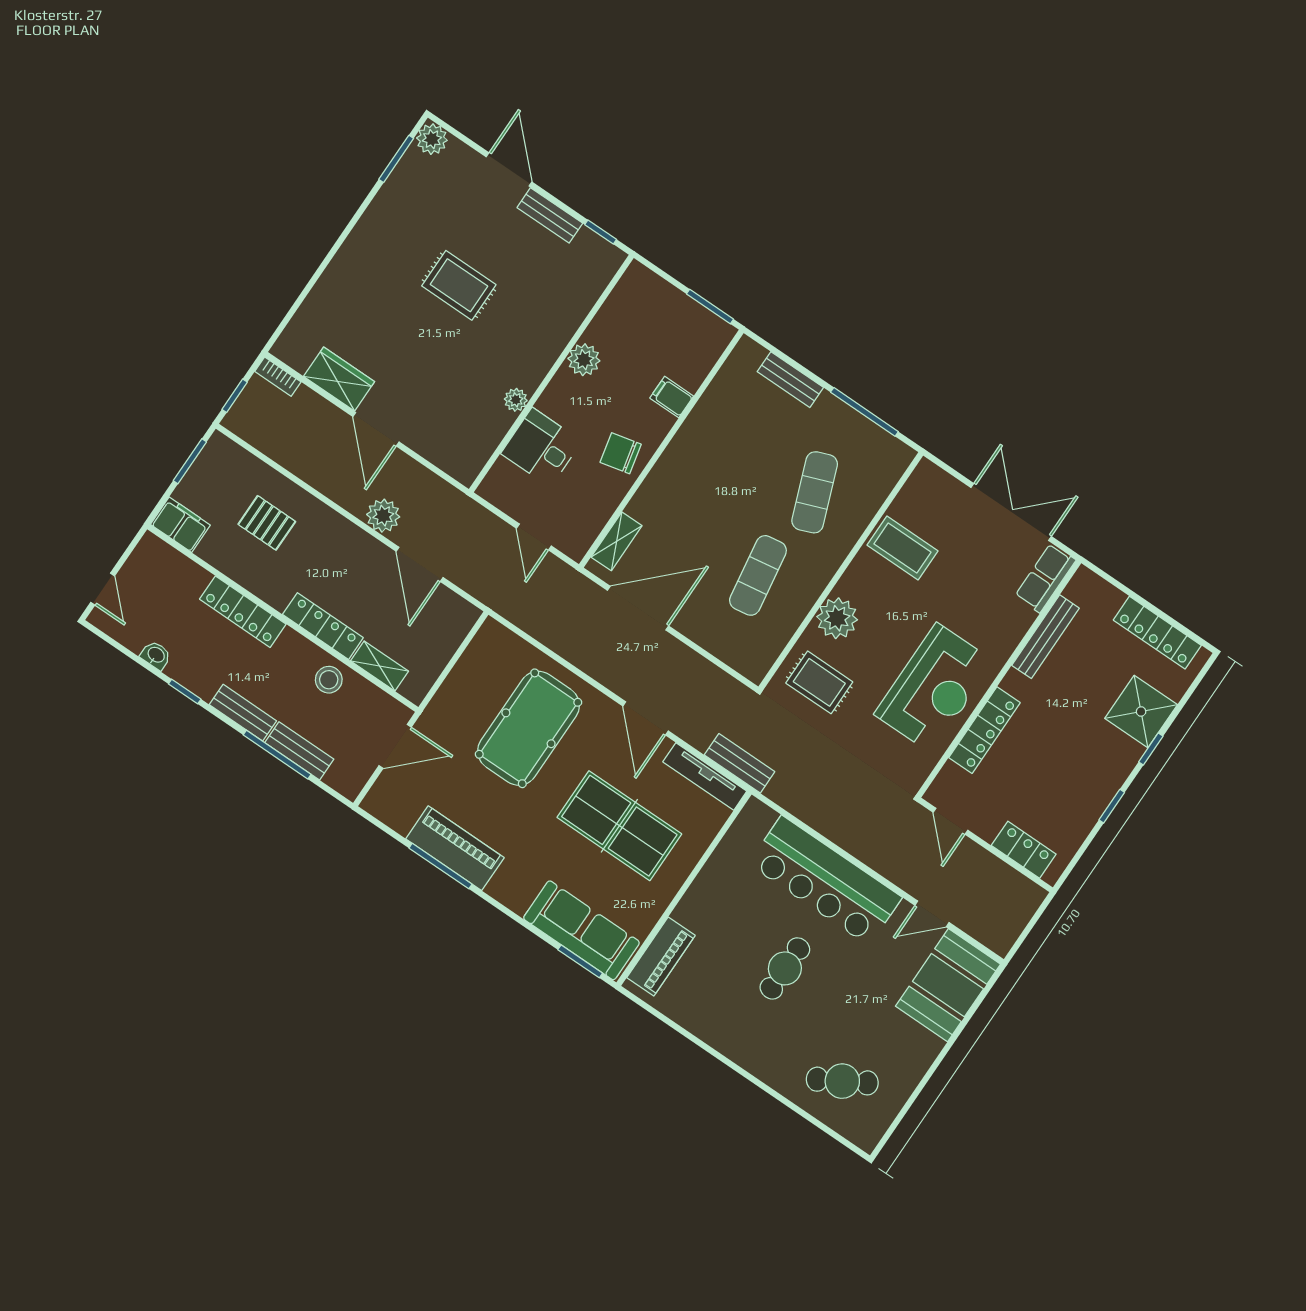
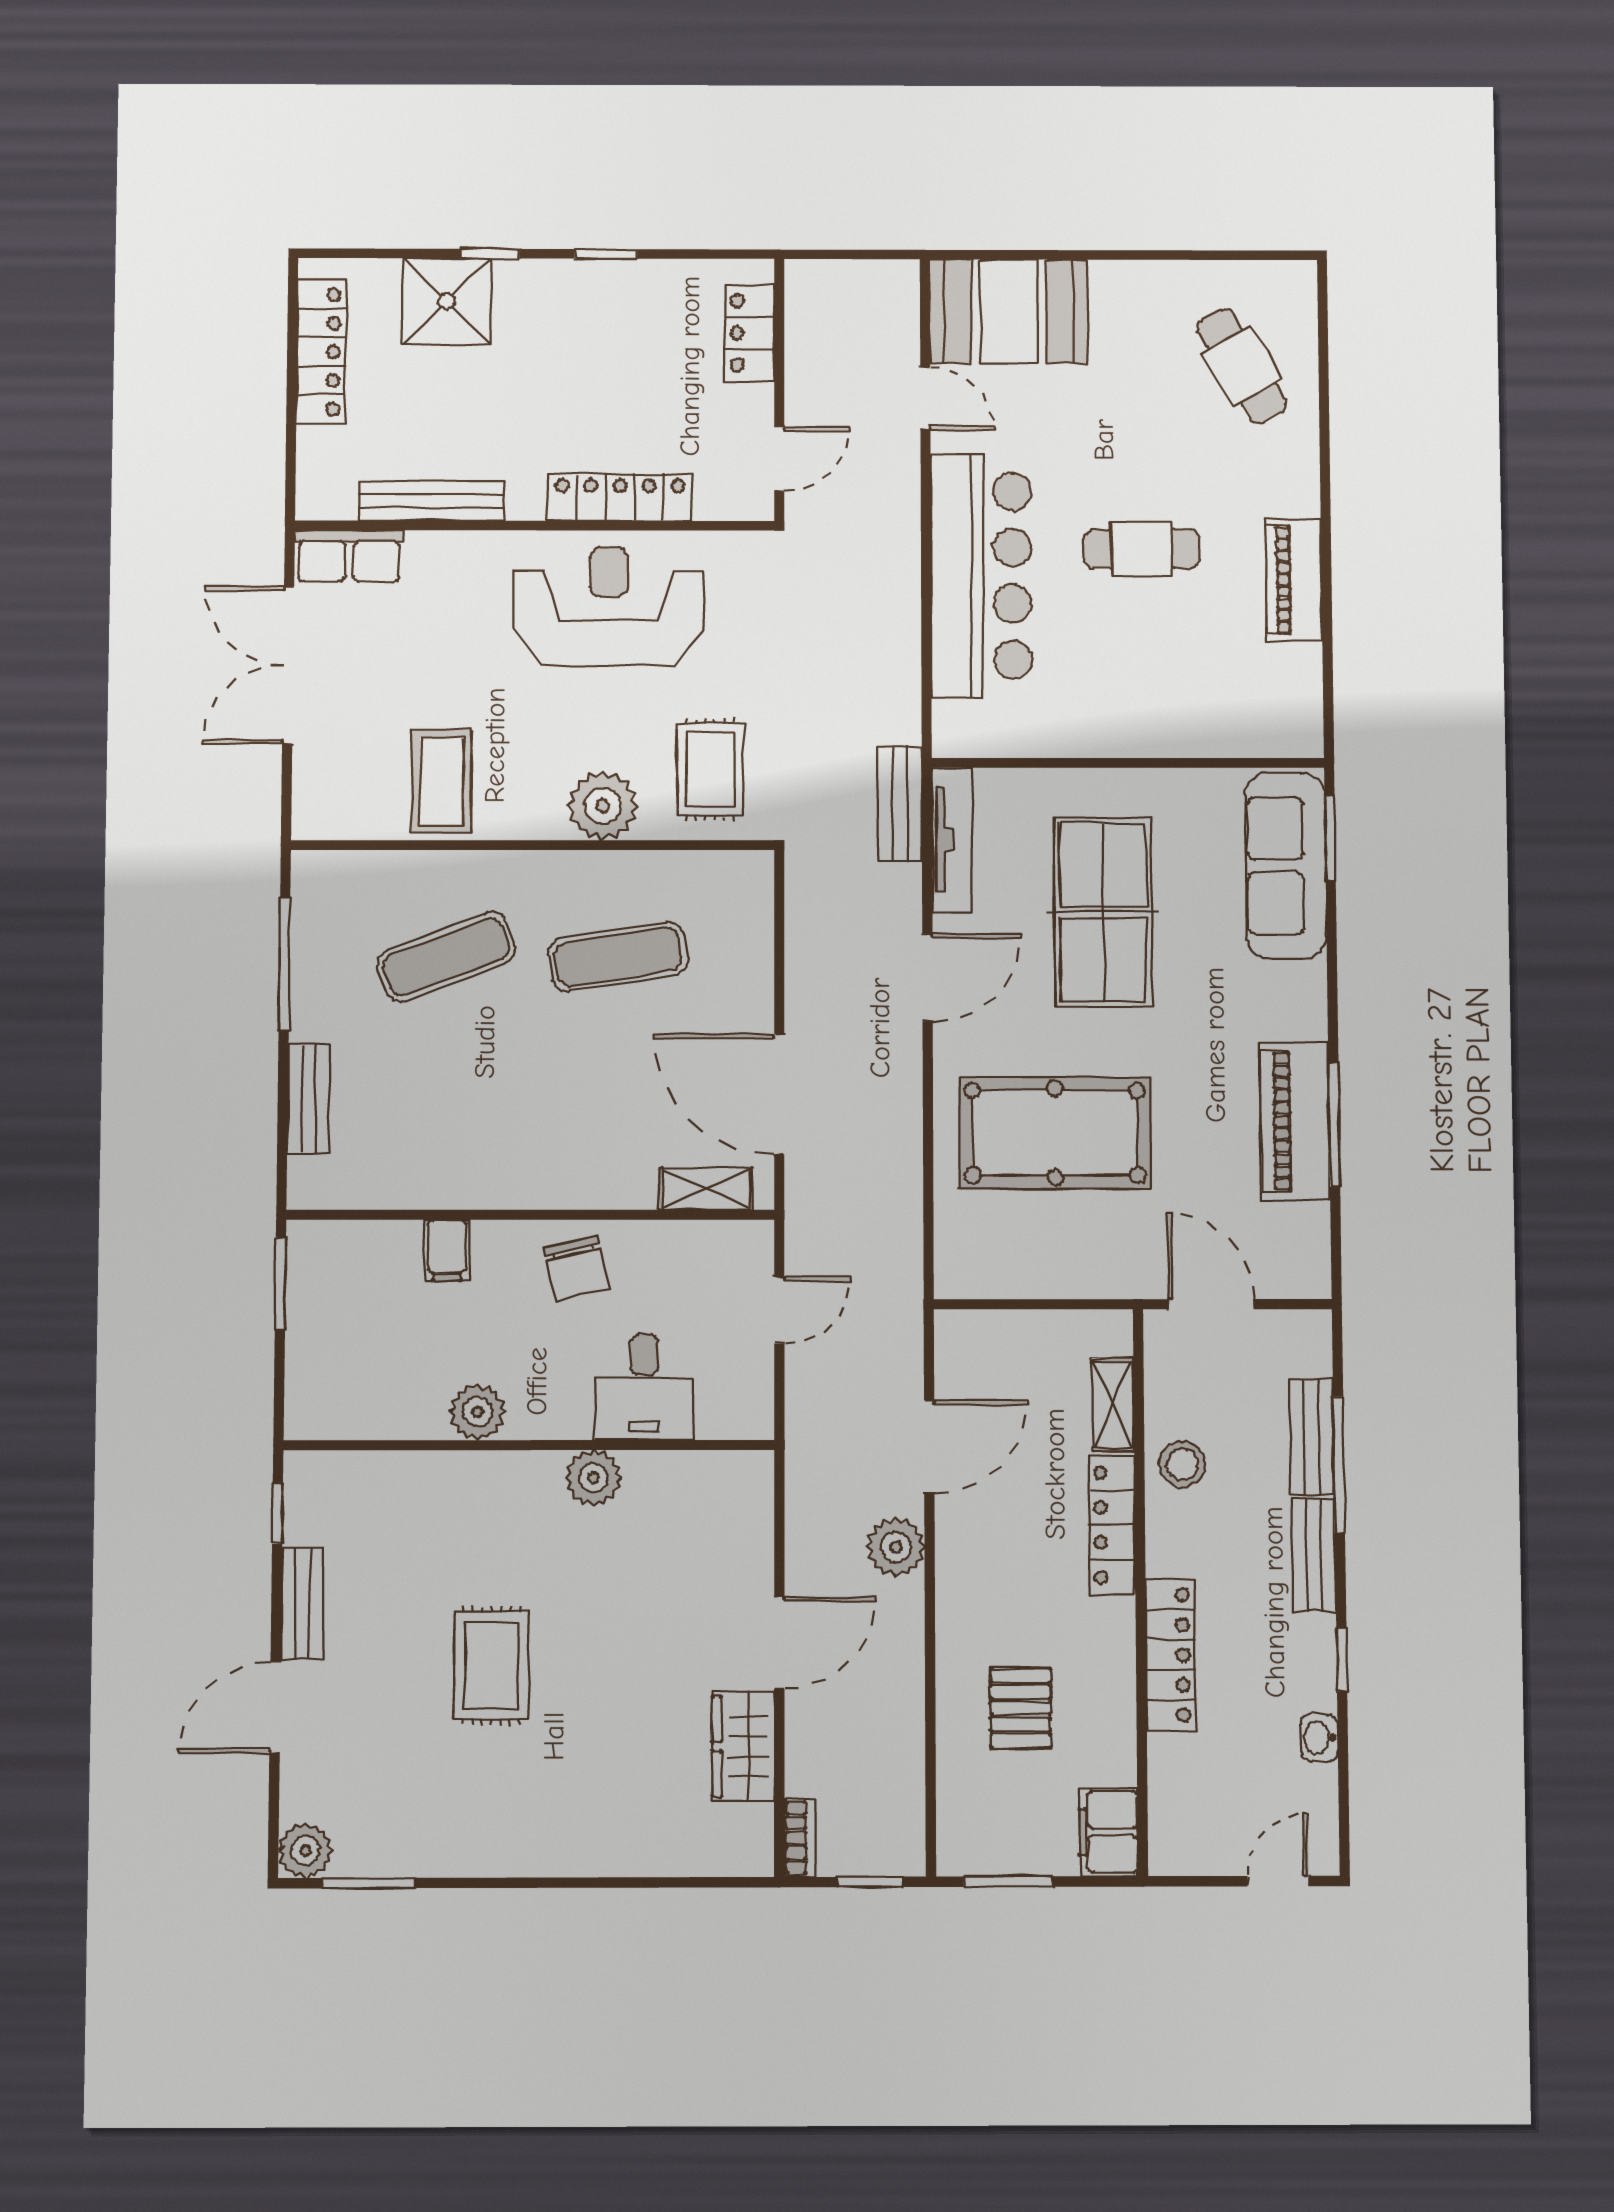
plant: (516, 400) -> (593, 1478), width x1.38, depth x1.38
piano: (661, 957) -> (1294, 580), moved, turned -90

